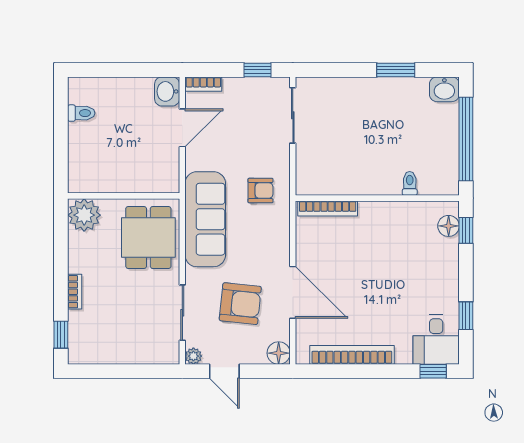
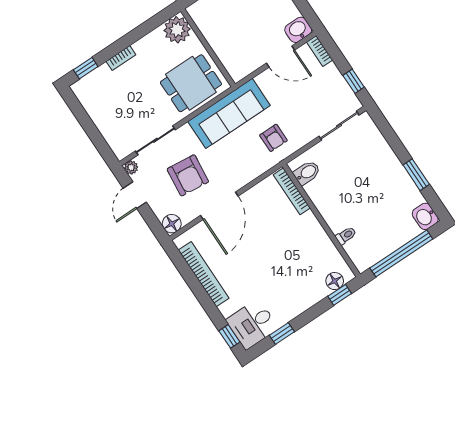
bidet: (319, 180) -> (307, 173), added

